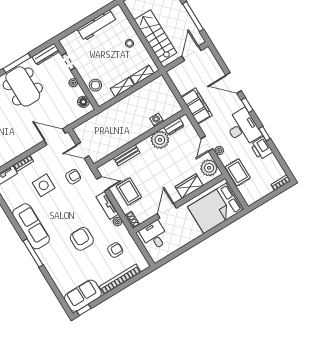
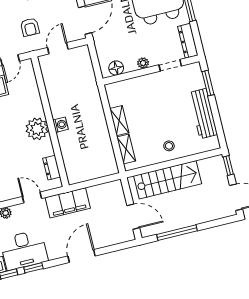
window: (73, 29) -> (208, 83), added
stool: (95, 85) -> (132, 89), removed
window: (247, 105) -> (33, 268), moved
washing machine: (157, 120) -> (60, 125), moved
plant: (160, 140) -> (37, 129), moved
door: (207, 144) -> (32, 198), moved
bench: (127, 155) -> (35, 100), removed

